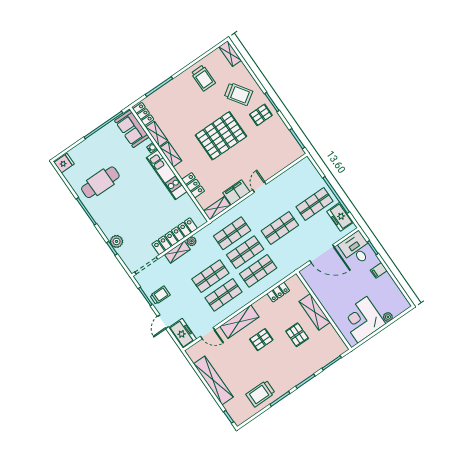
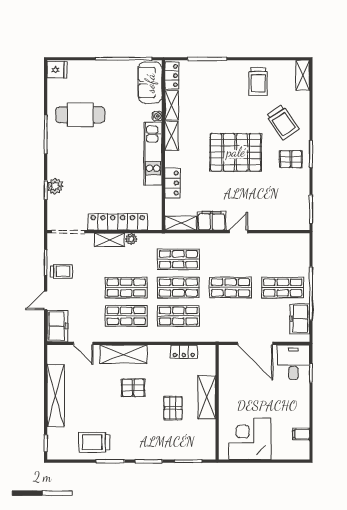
filing cabinet: (379, 270) -> (301, 434), moved
plant: (388, 317) -> (278, 454), removed

